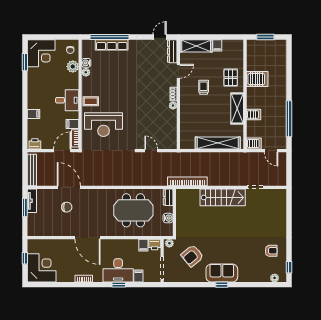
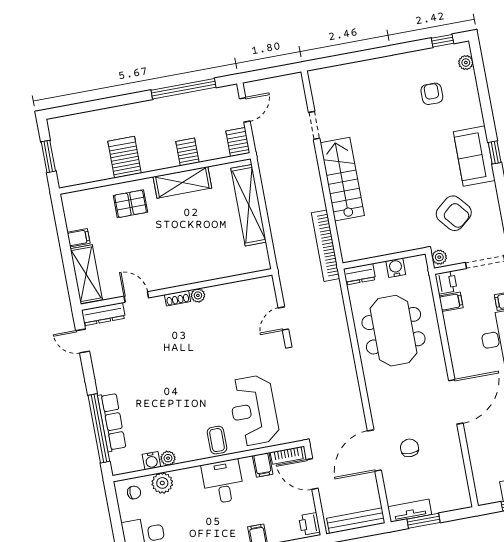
trolley: (204, 87) -> (156, 248), removed
reception desk: (103, 125) -> (254, 410), turned 180
armchair: (271, 251) -> (432, 94), moved

